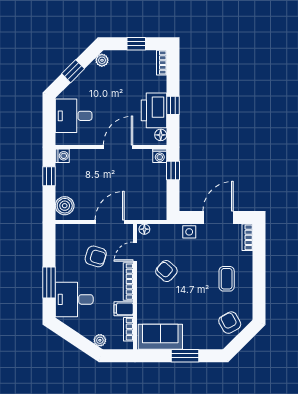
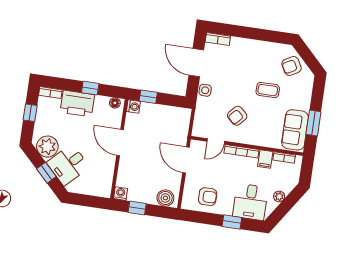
plant: (102, 60) -> (47, 147), width x1.88, depth x1.88
printer: (154, 110) -> (77, 104), moved
desk: (74, 116) -> (68, 165), moved, turned 45
floor lamp: (144, 229) -> (197, 130), removed
door: (135, 252) -> (216, 141), hinge flipped
armchair: (96, 256) -> (208, 197), moved, turned 73
coffee table: (227, 279) -> (268, 90), moved
window: (49, 282) -> (232, 222), width x0.67
plant: (100, 340) -> (279, 196), moved
window: (185, 356) -> (313, 123), moved

